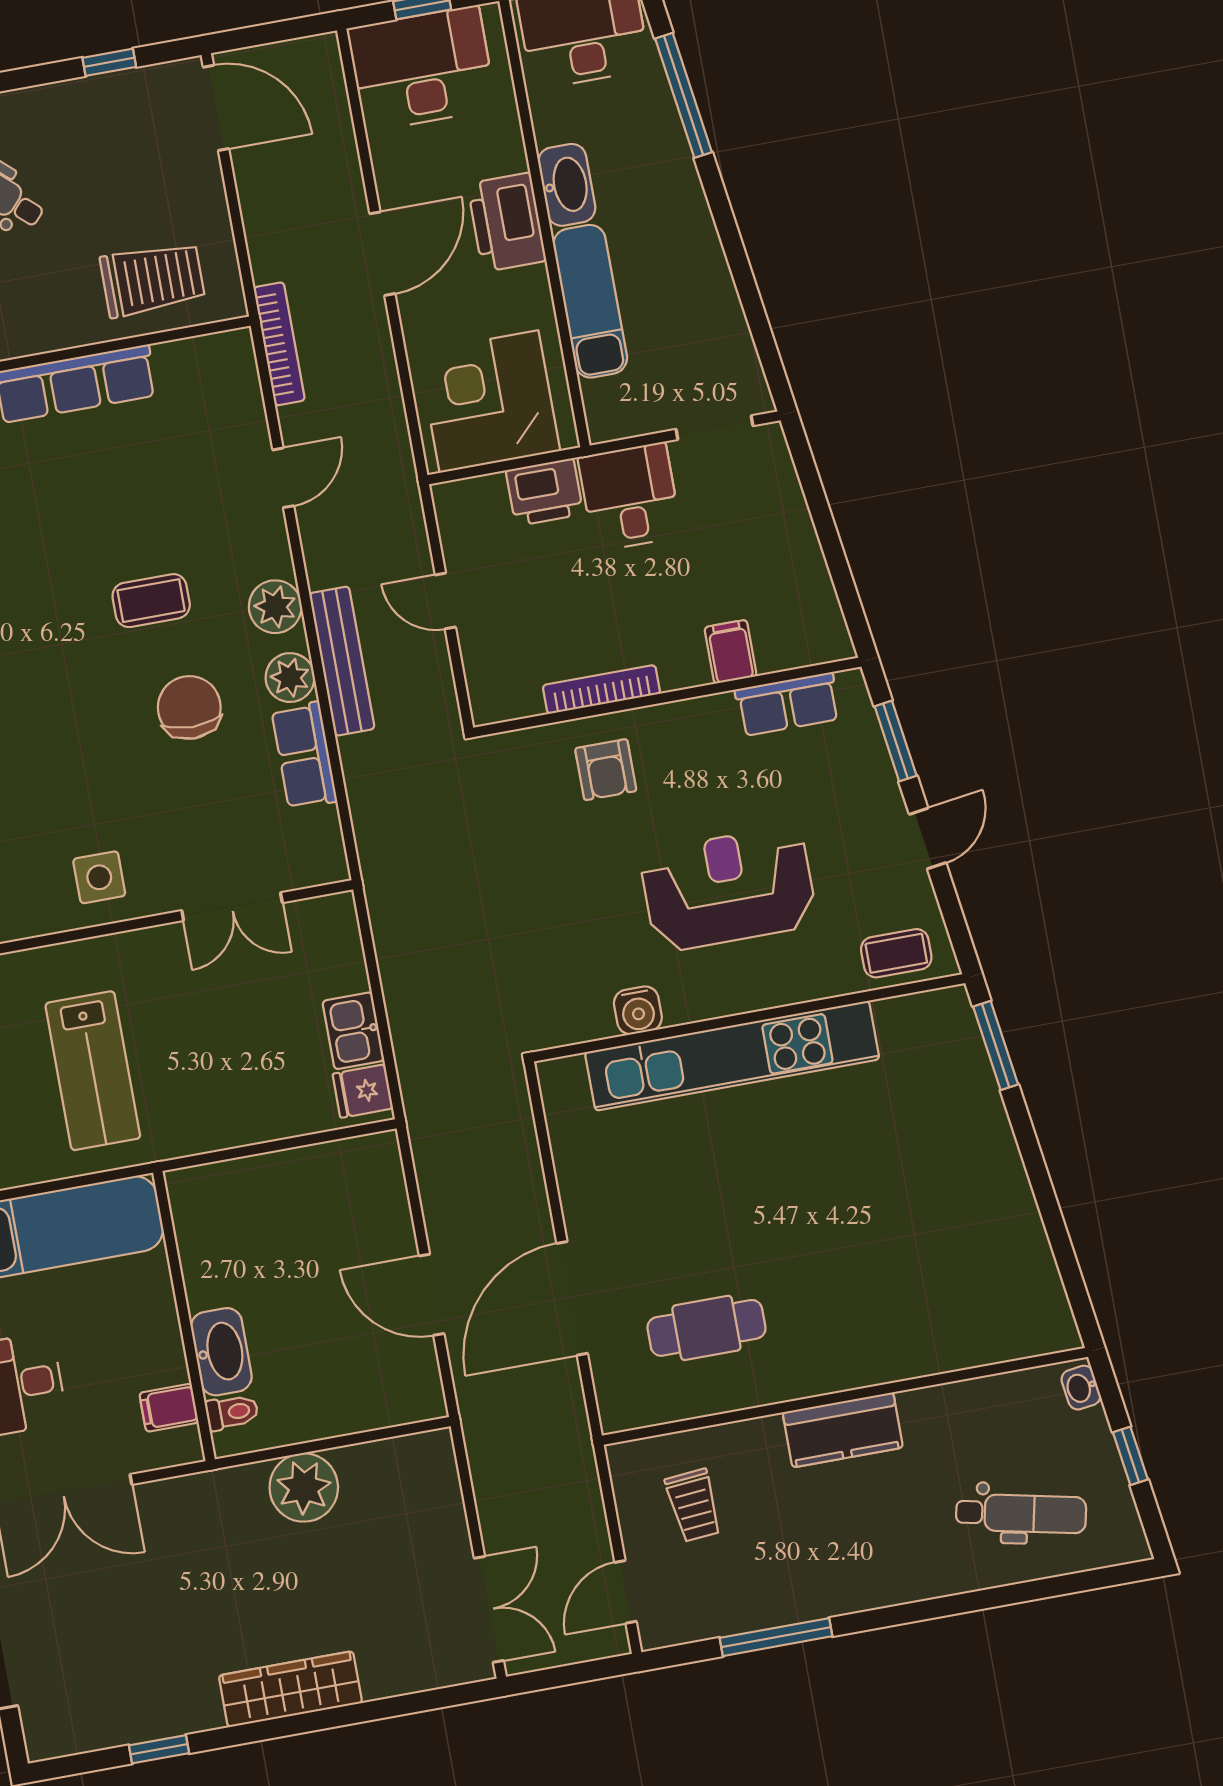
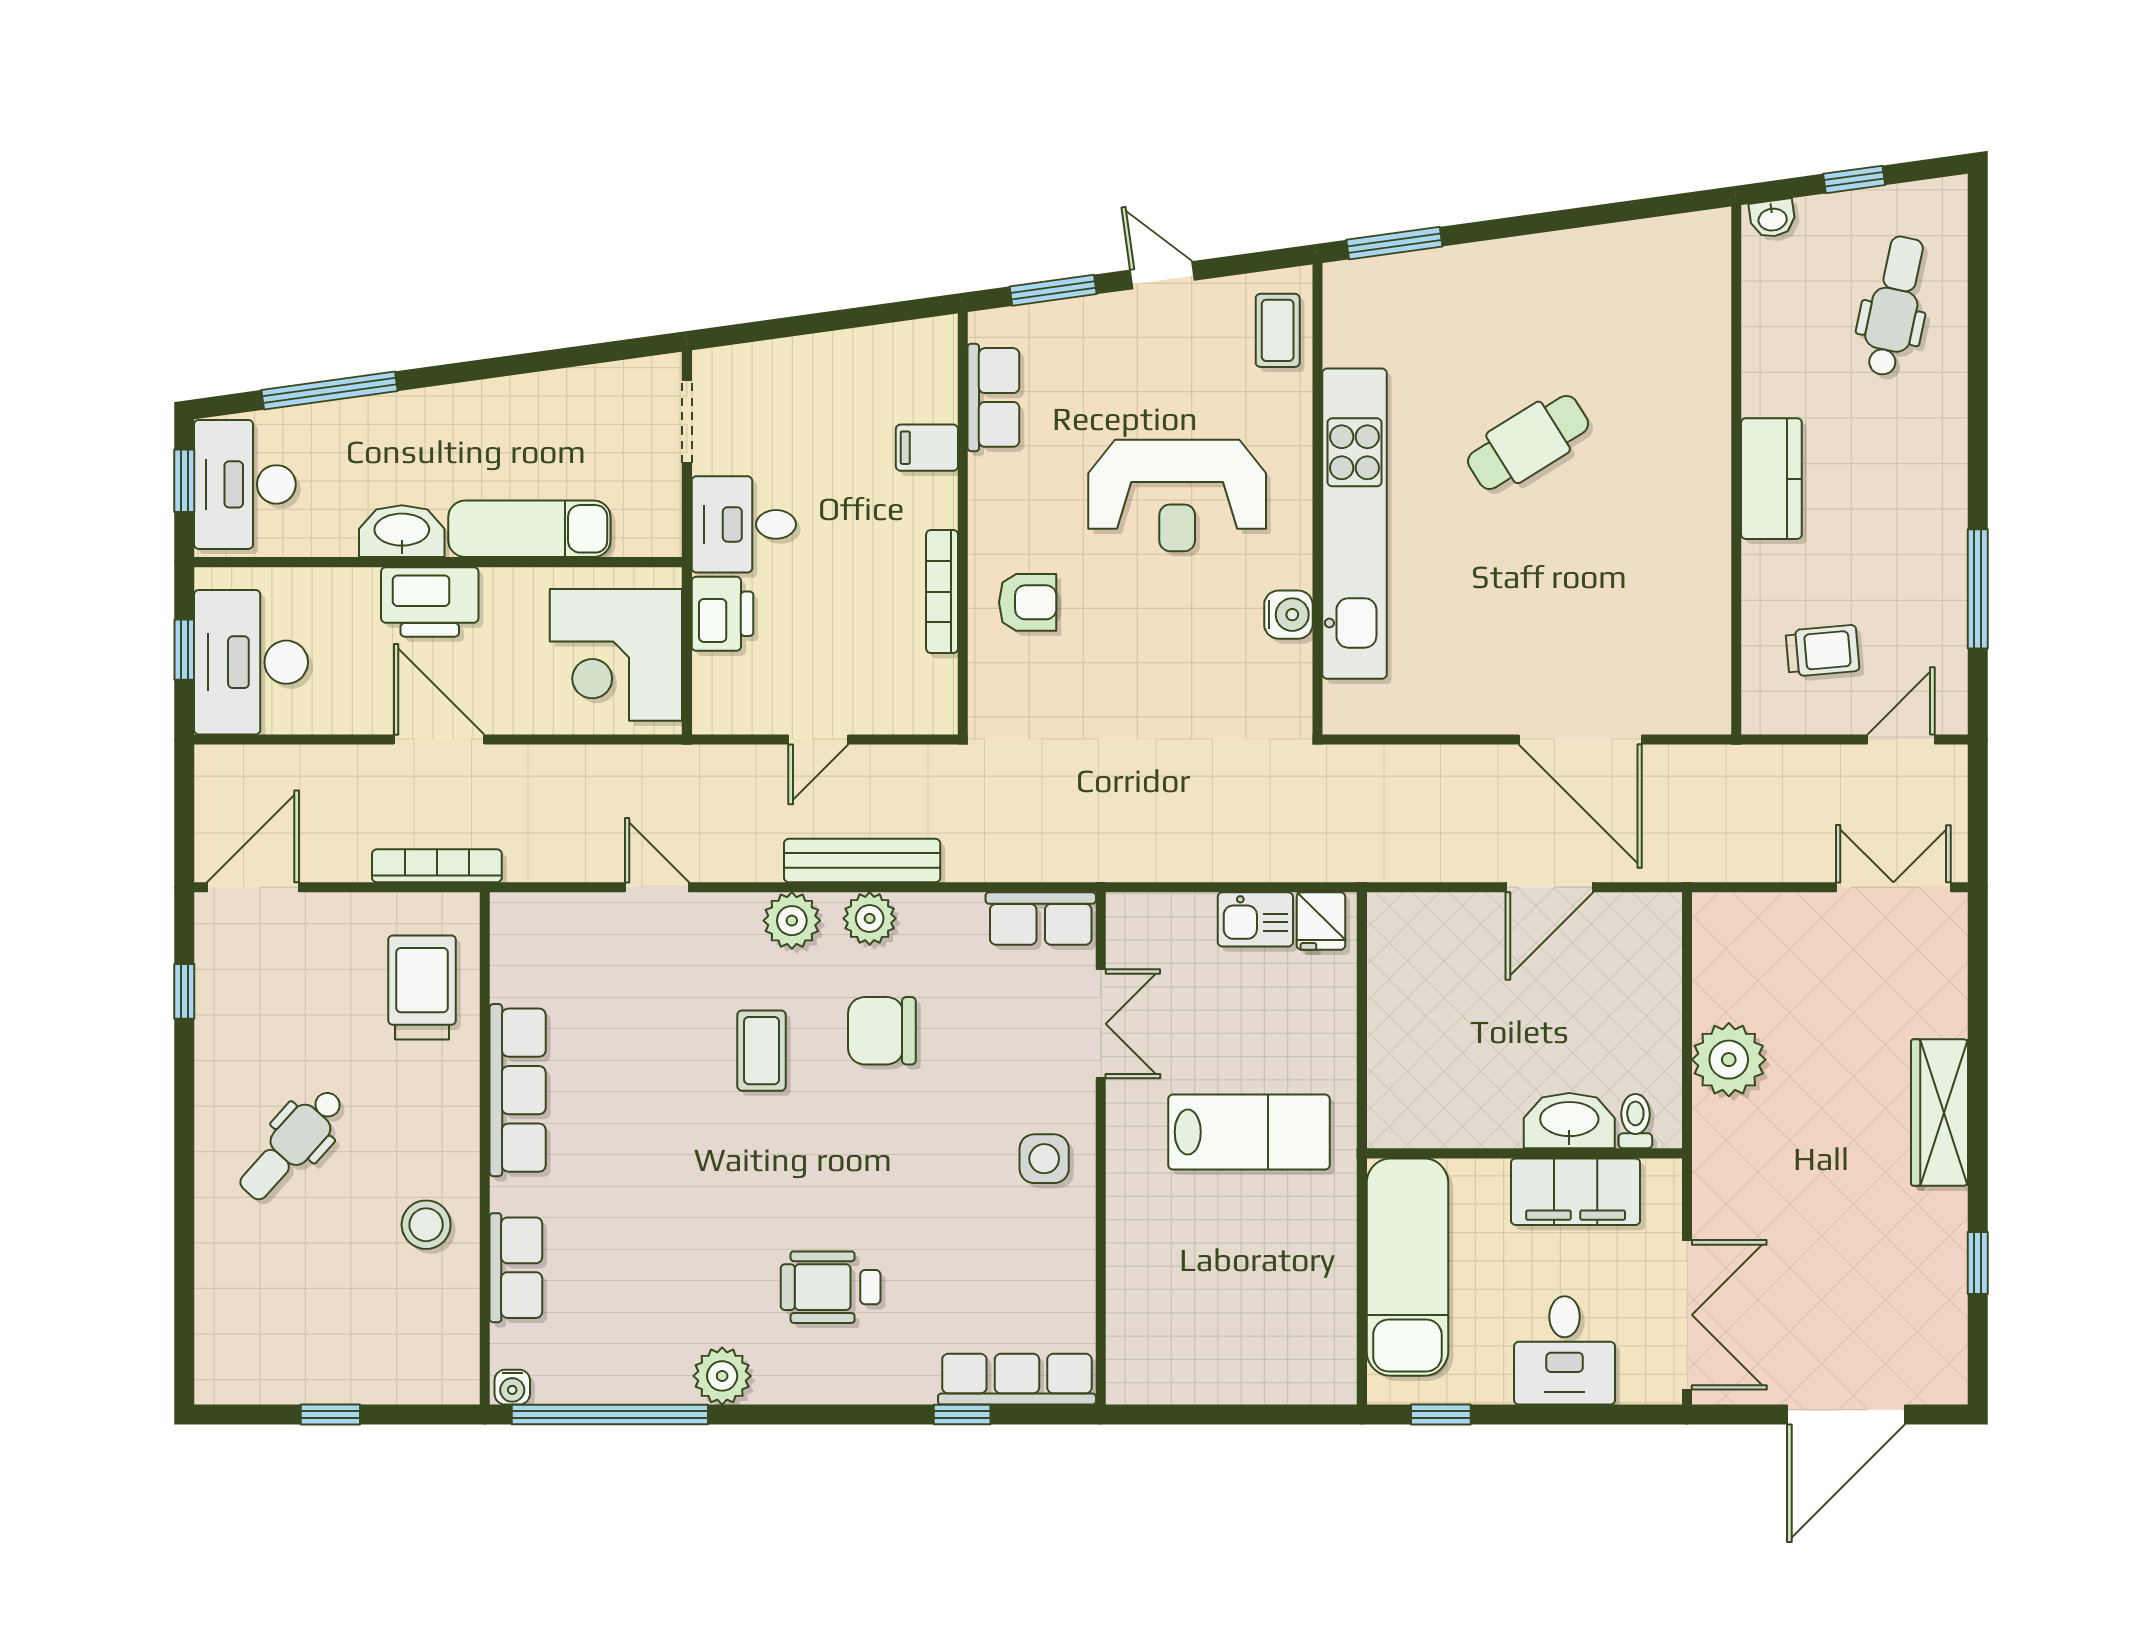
bookcase: (279, 344) -> (437, 866), moved
row of seats: (304, 756) -> (1041, 919), moved
reception desk: (728, 889) -> (1177, 496), turned -90
lab bench: (93, 1071) -> (1249, 1132), moved
cafe table: (706, 1328) -> (1528, 442), moved, turned 58
filing cabinet: (169, 1408) -> (1576, 1192), width x3.00, depth x1.17
door: (625, 1592) -> (1901, 739), swing flipped

